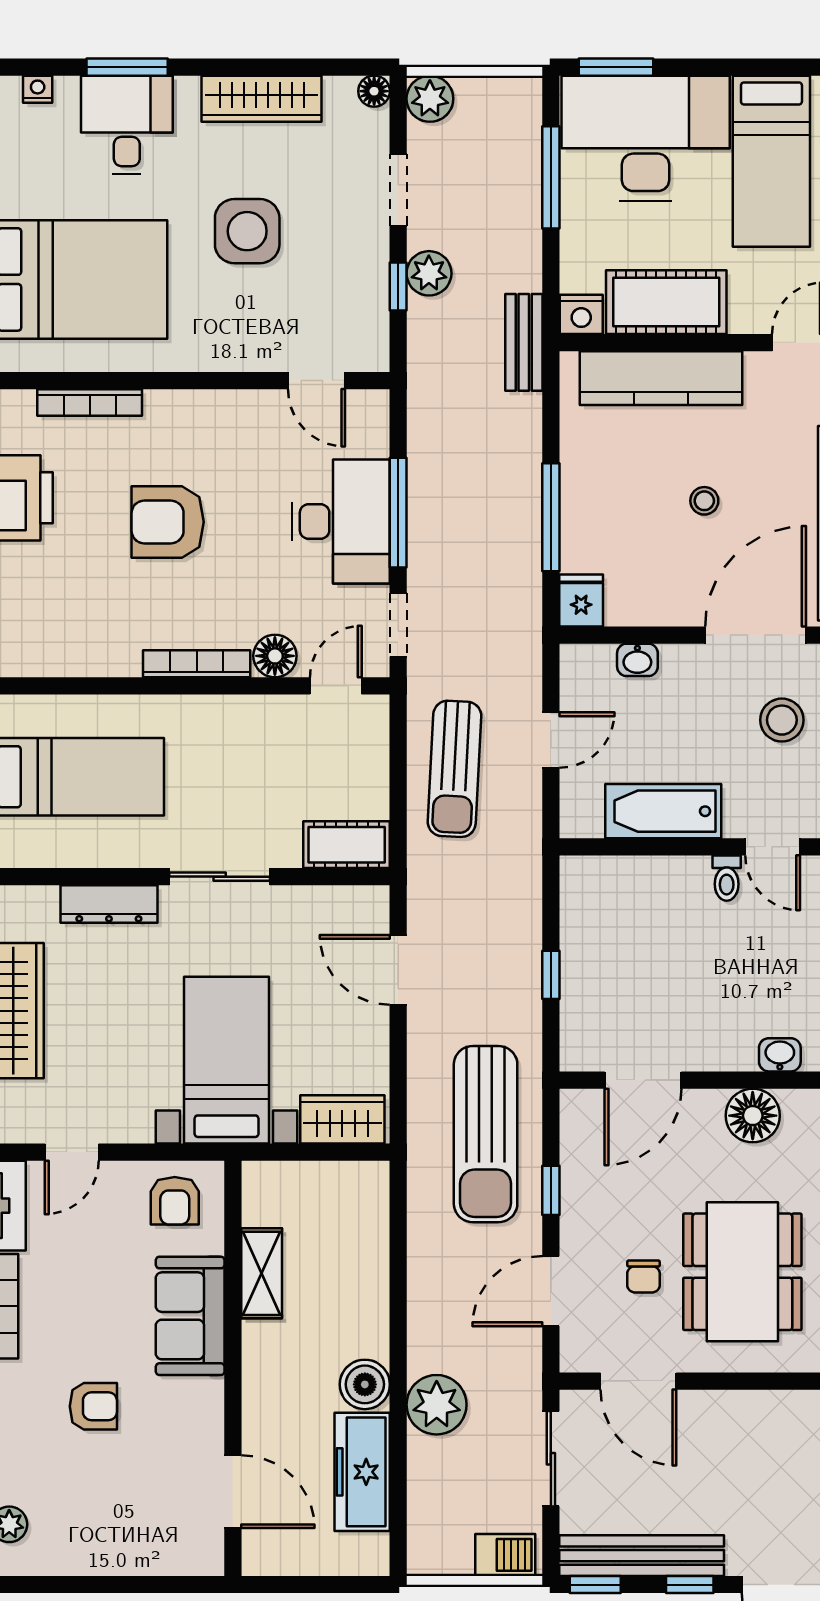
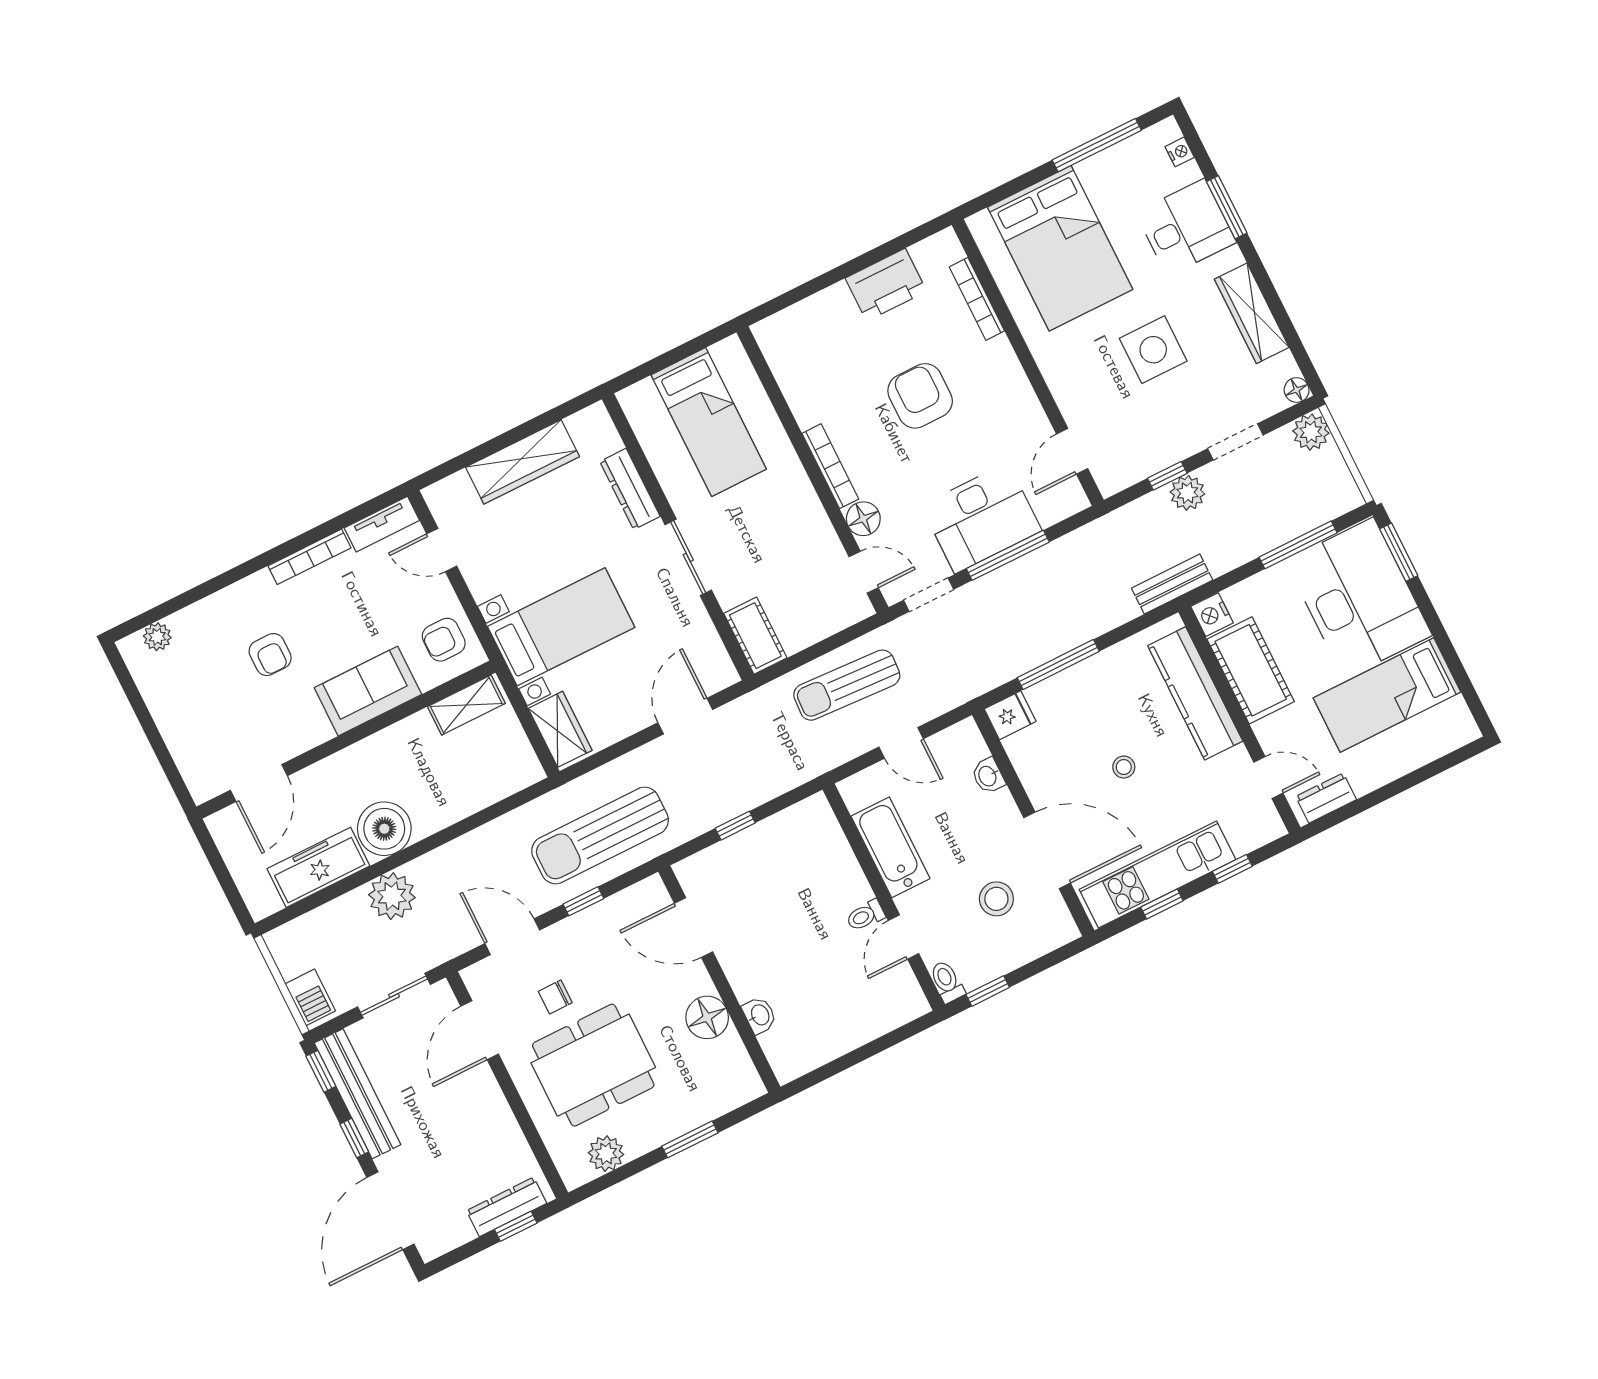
shelving: (262, 1273) -> (466, 705), moved
boiler: (365, 1384) -> (384, 829), width x1.37, depth x1.37

